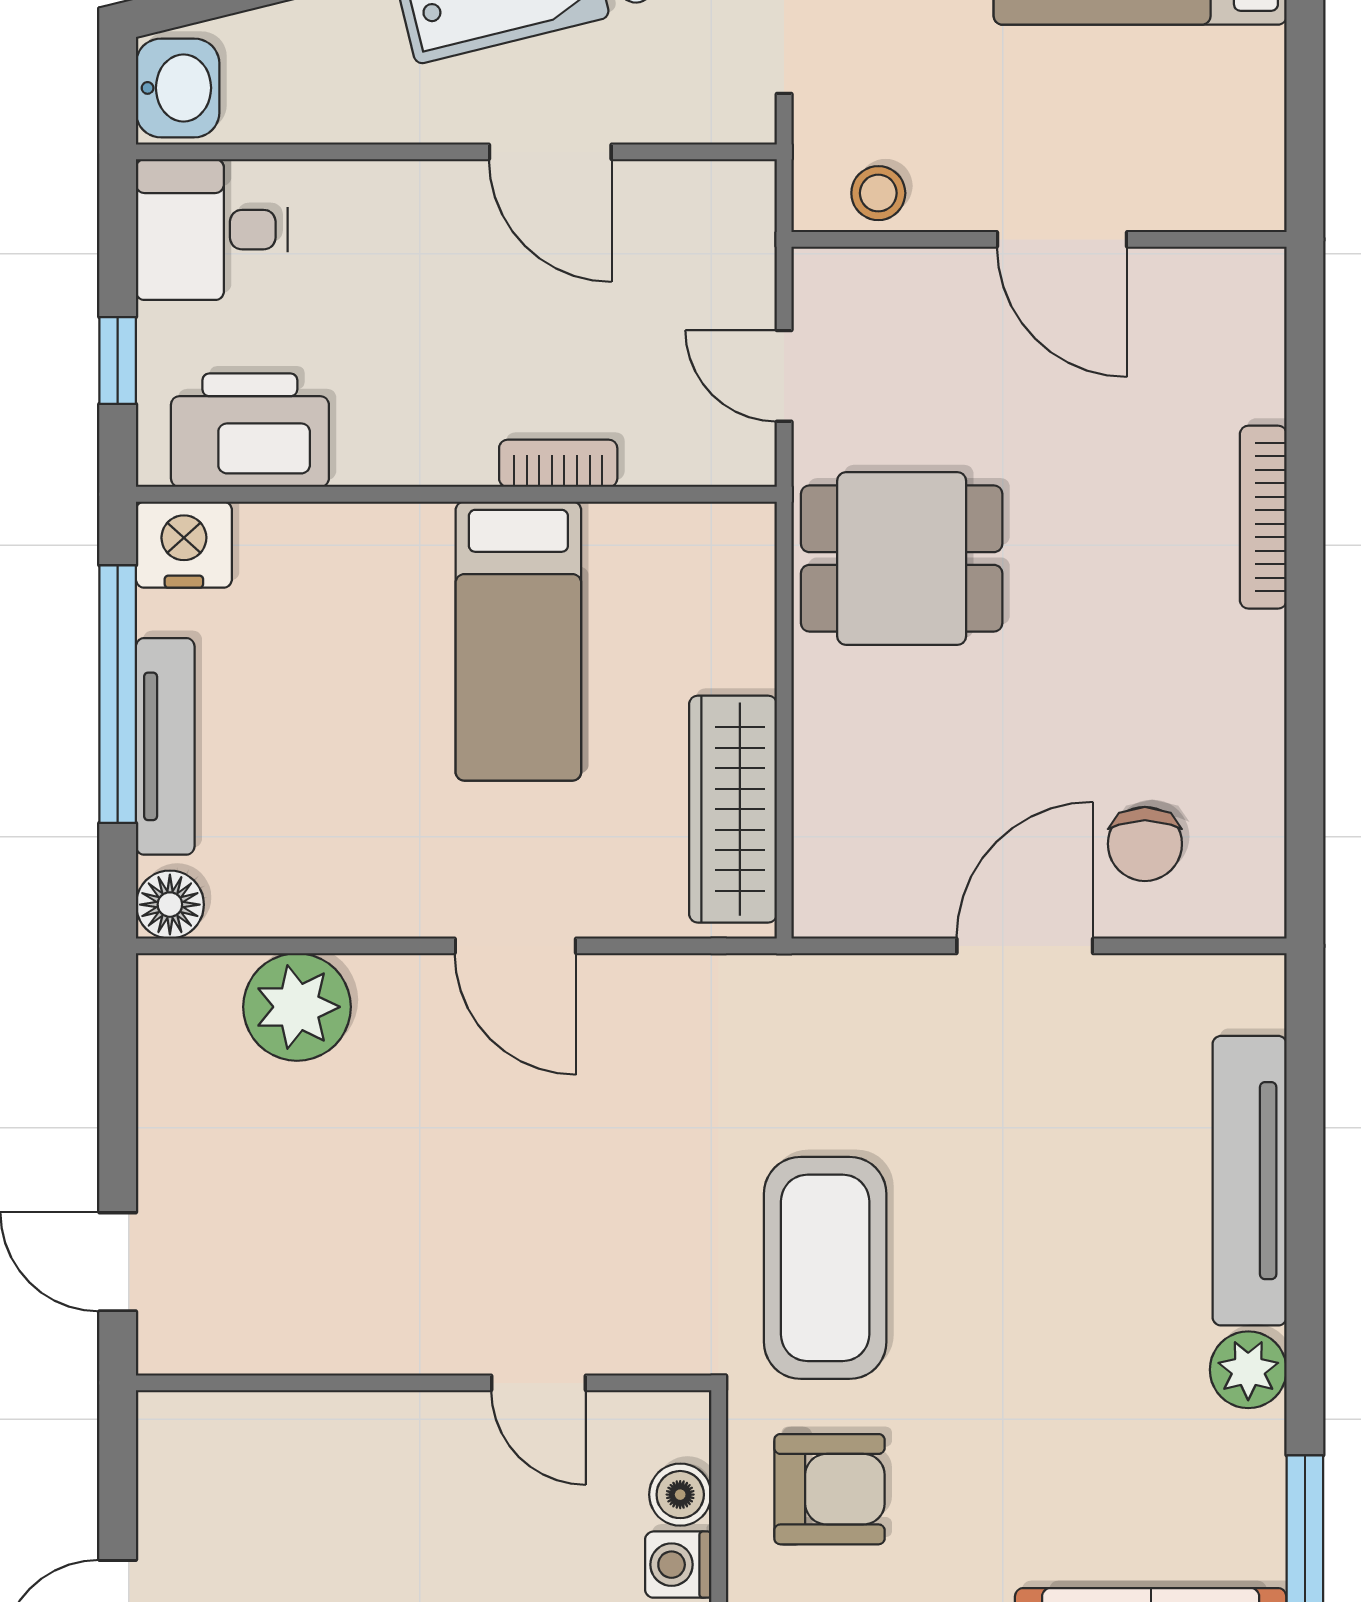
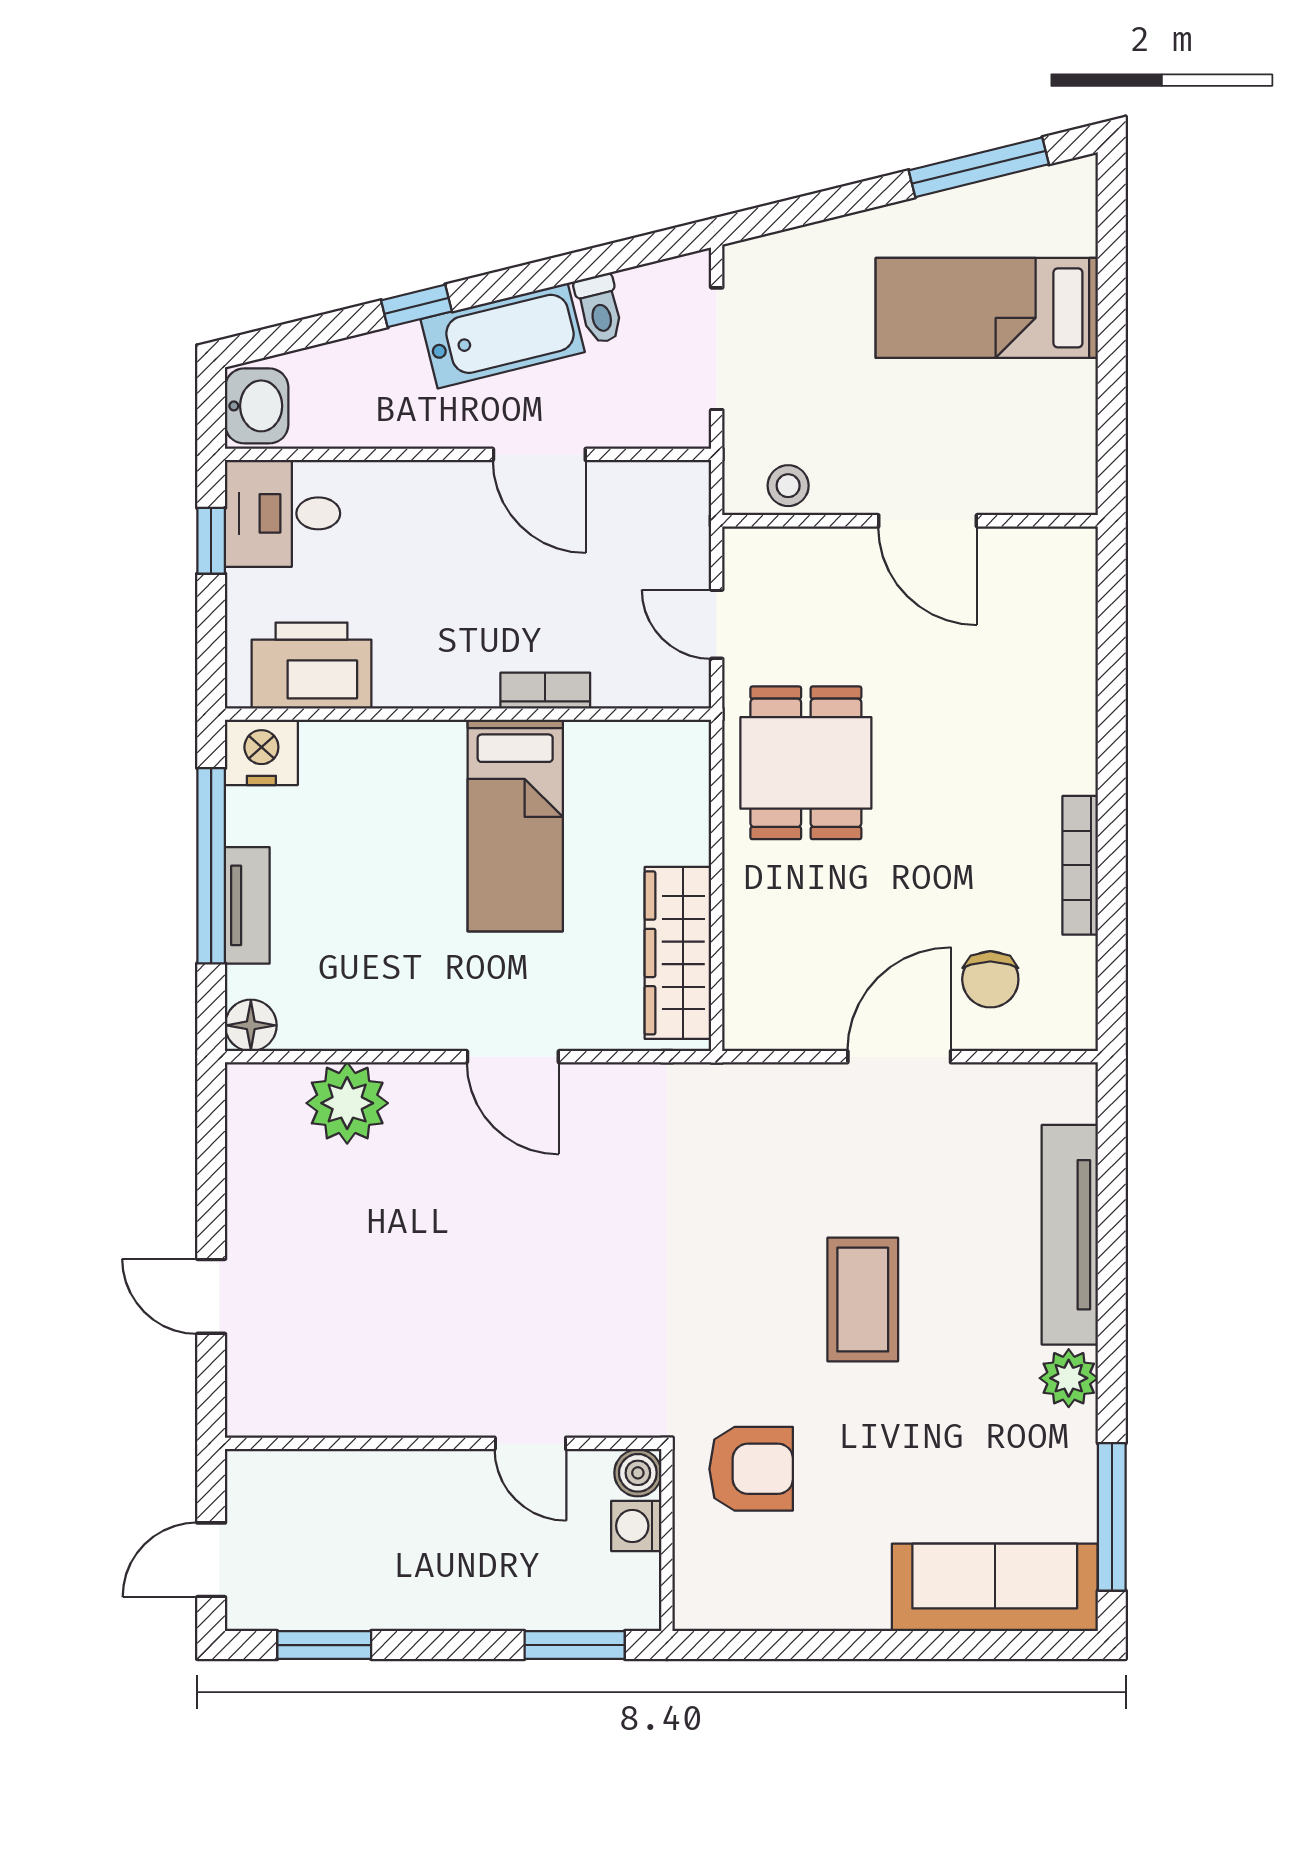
window: (118, 360) -> (211, 541), moved
bookcase: (1263, 517) -> (1080, 865), moved
dining table: (902, 559) -> (806, 763), turned 90
tv unit: (165, 746) -> (247, 905), width x0.71
coffee table: (825, 1268) -> (863, 1300), moved, width x0.73, depth x0.76
wall: (424, 1383) -> (443, 1443), moved
door: (539, 1383) -> (530, 1443), moved

